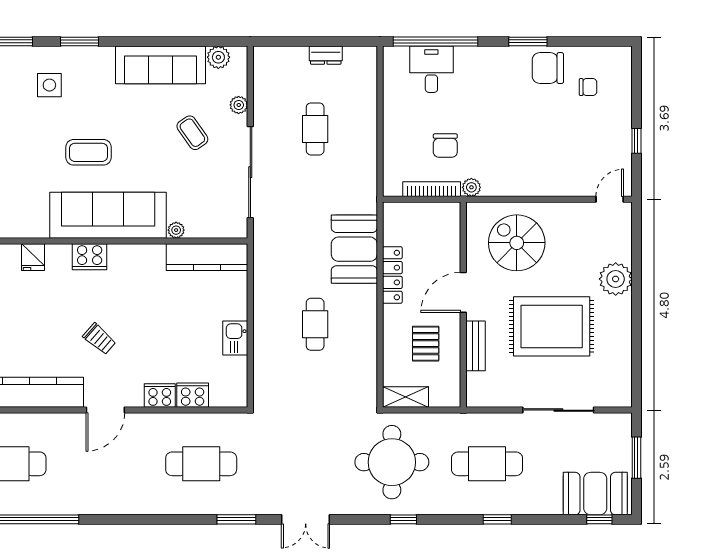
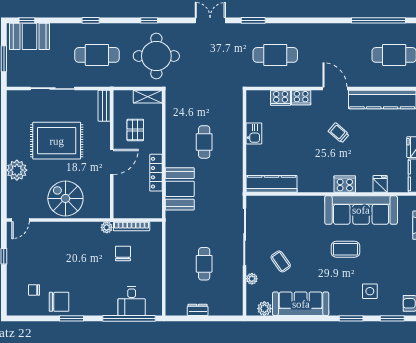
sofa: (108, 215) -> (361, 210), moved
plant: (176, 230) -> (291, 201), removed
spiral stairs: (517, 243) -> (65, 198), moved, turned 180
bench: (476, 346) -> (104, 106), moved
door: (105, 410) -> (335, 89), hinge flipped

